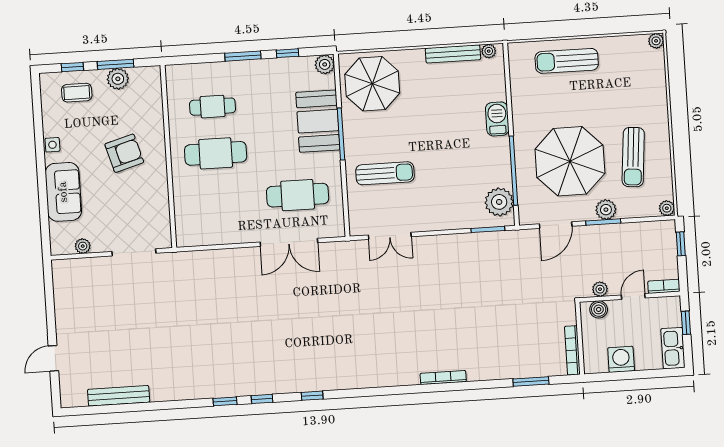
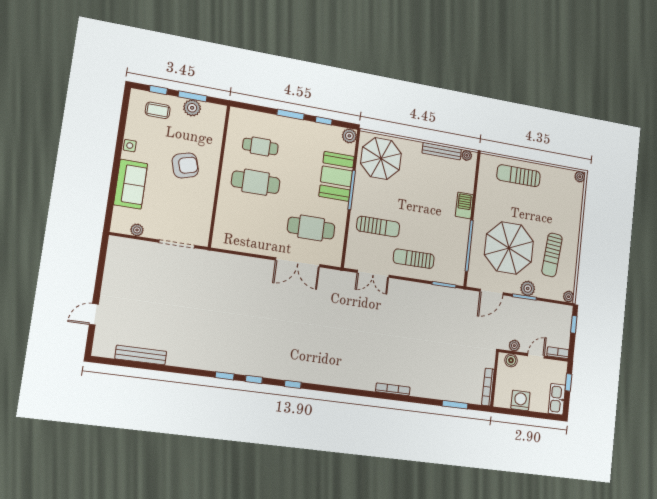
plant: (499, 202) -> (455, 266), removed
sun lounger: (440, 204) -> (414, 259), added

